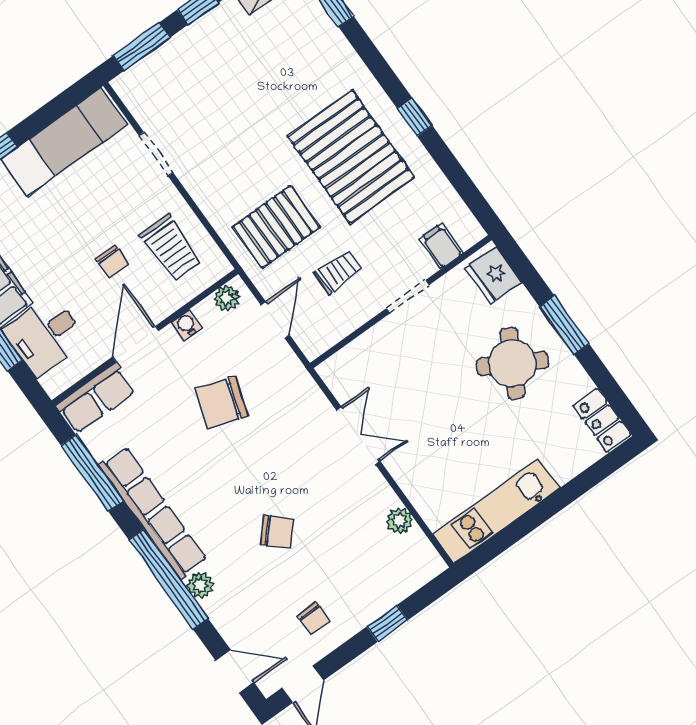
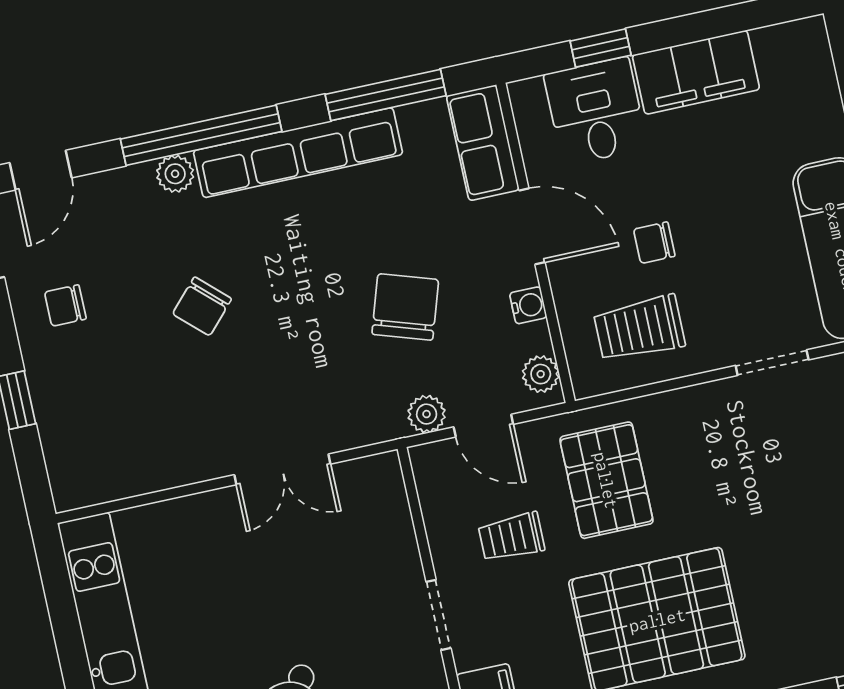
trolley: (338, 272) -> (511, 537), turned 90
plant: (399, 521) -> (427, 414), moved

